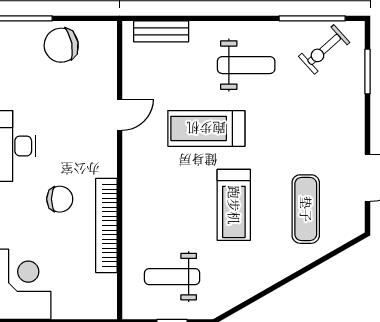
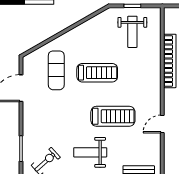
treadmill: (234, 205) -> (97, 73), turned 90
weight bench: (172, 277) -> (132, 32), turned 90

